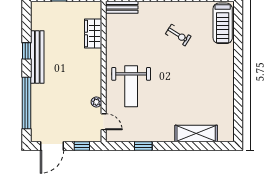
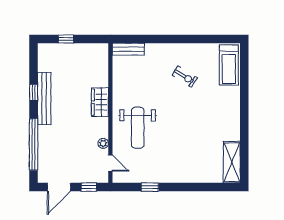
wardrobe: (93, 34) -> (100, 102), moved
shelving: (196, 133) -> (232, 162), moved, turned 90

